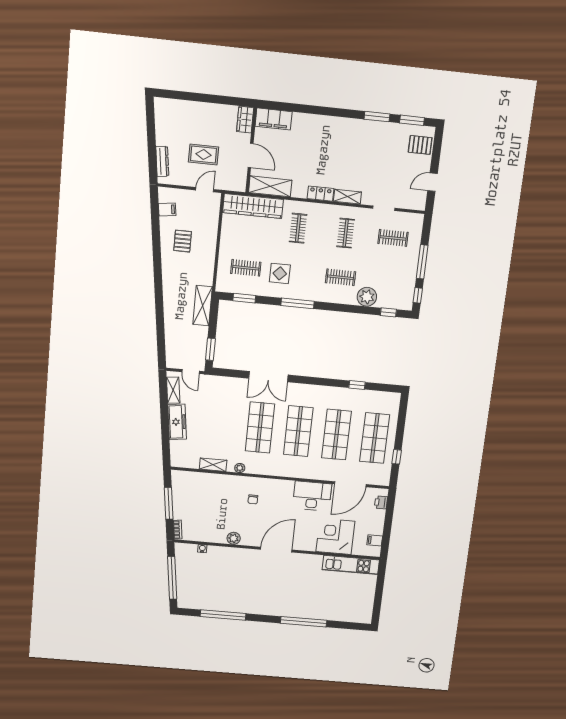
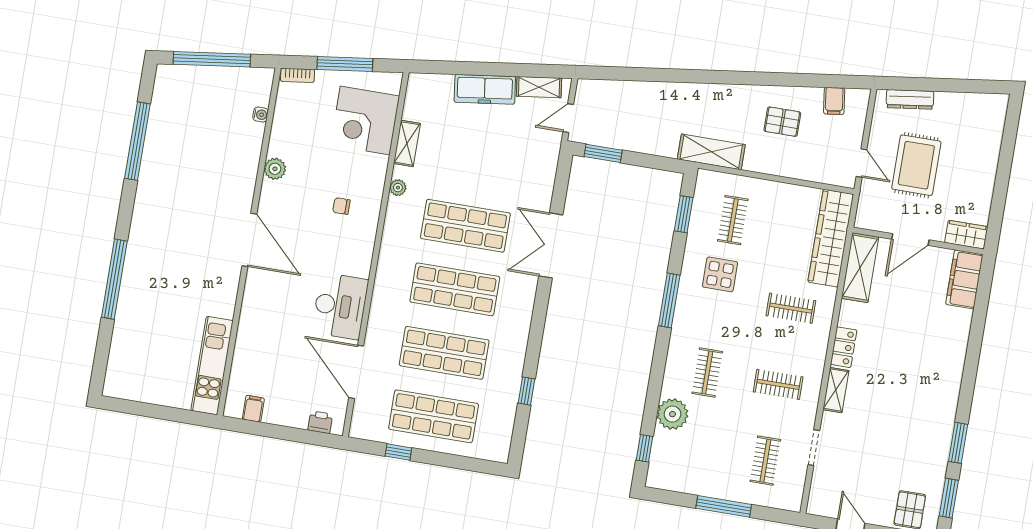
rug: (203, 155) -> (916, 165), width x1.36, depth x1.43
window: (418, 295) -> (669, 497), removed
shelving: (203, 305) -> (711, 152), moved
corner desk: (335, 536) -> (365, 121), moved, turned 180

